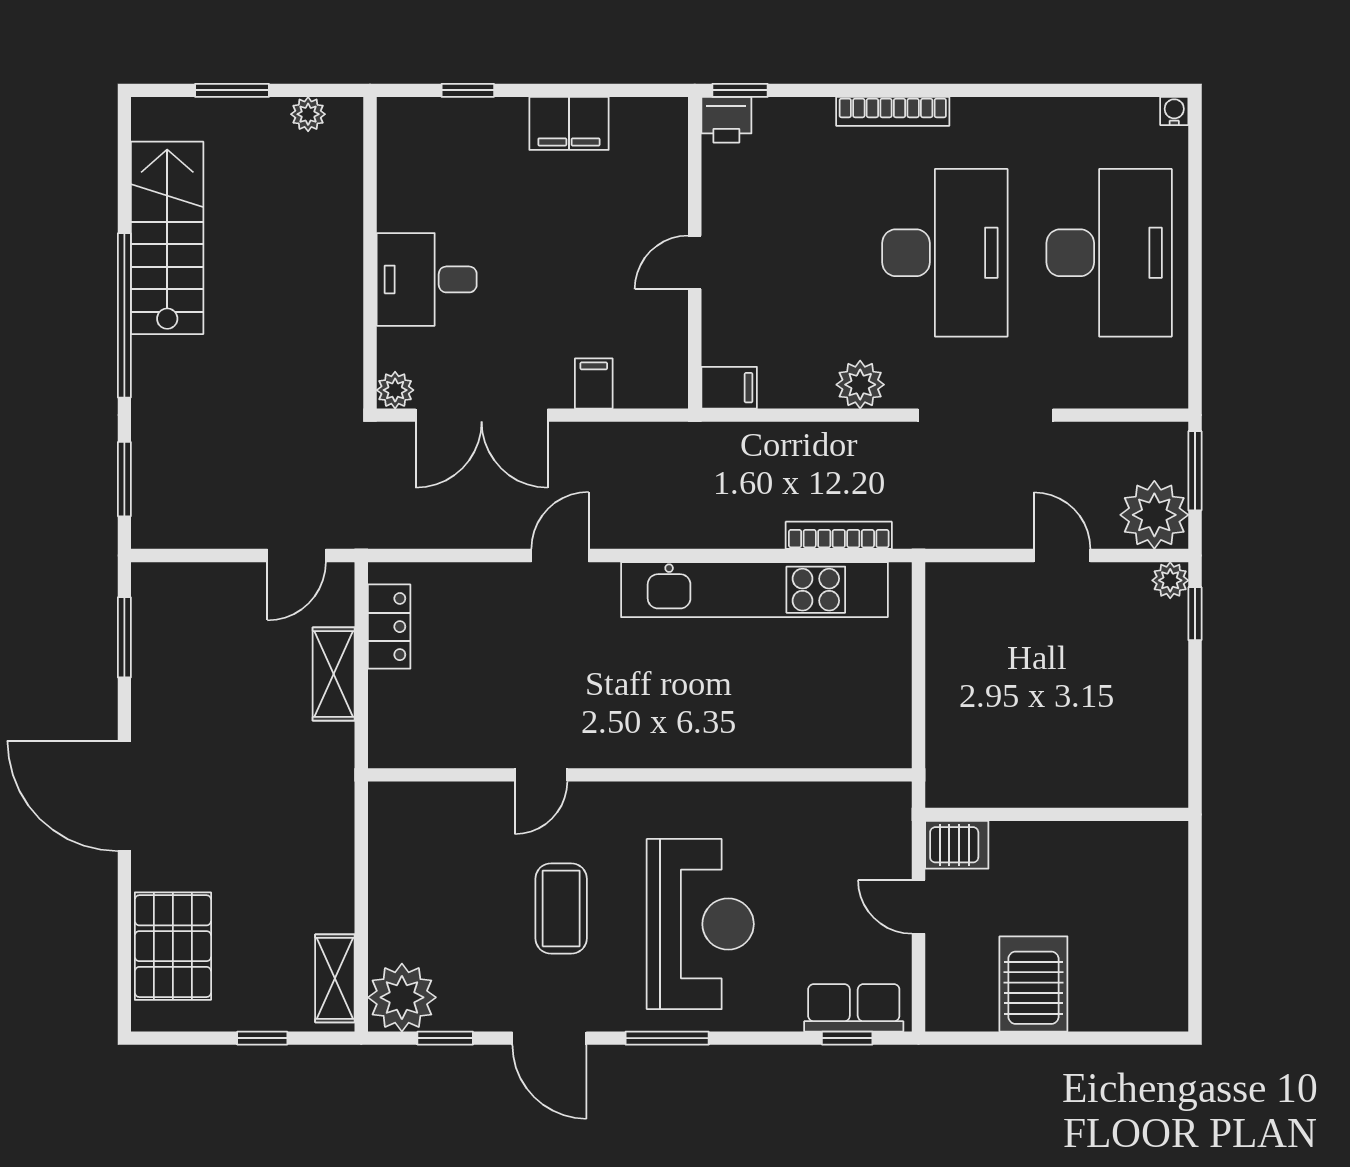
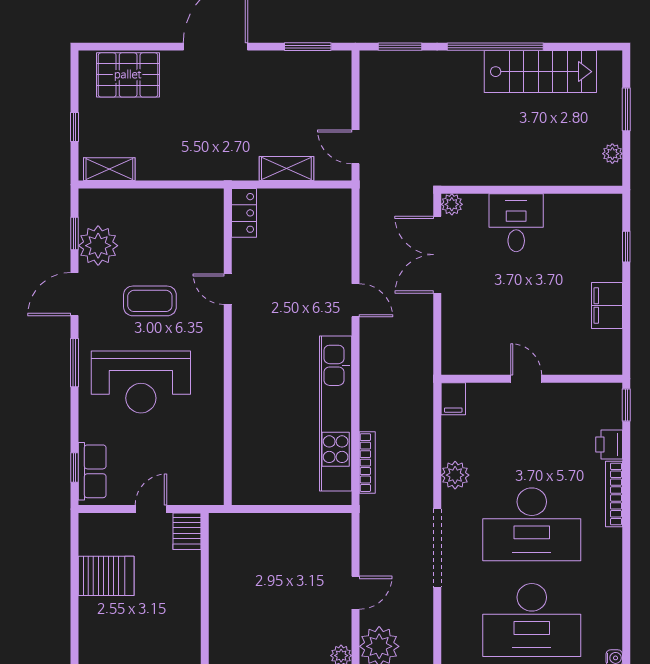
printer: (726, 120) -> (609, 444), moved
filing cabinet: (594, 383) -> (456, 320), removed
locker: (389, 627) -> (244, 213), moved, turned -90
plant: (402, 997) -> (98, 246), moved

